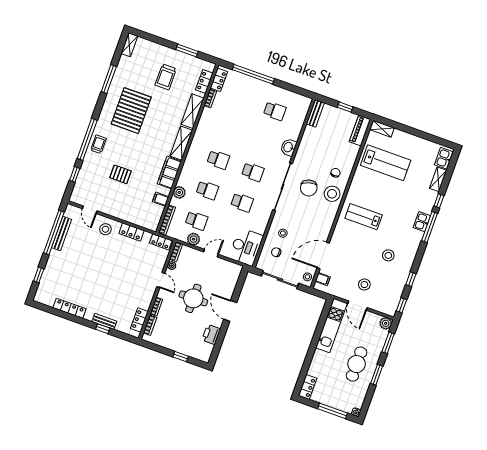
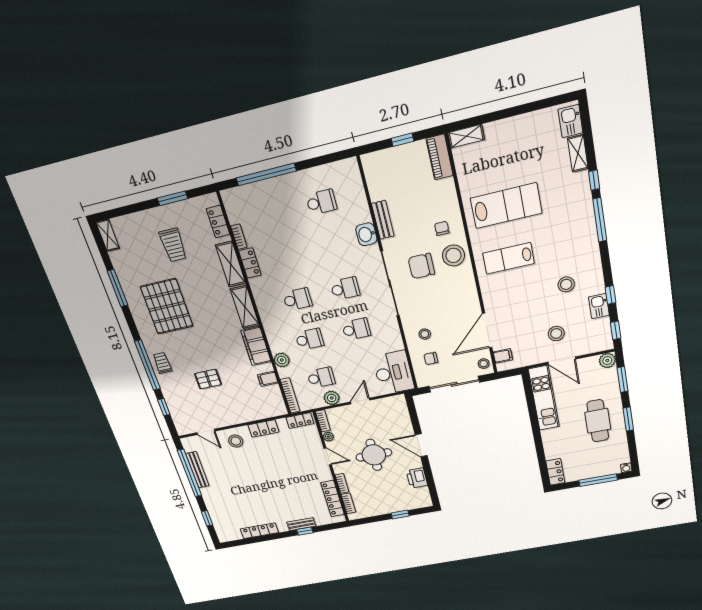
locker: (219, 80) -> (250, 263), moved
bench: (315, 113) -> (383, 220), moved
lab bench: (386, 163) -> (506, 206), moved
chair: (309, 188) -> (421, 266), turned 105
kitchen sink: (422, 222) -> (599, 306), moved
locker: (139, 320) -> (332, 499), width x1.53

